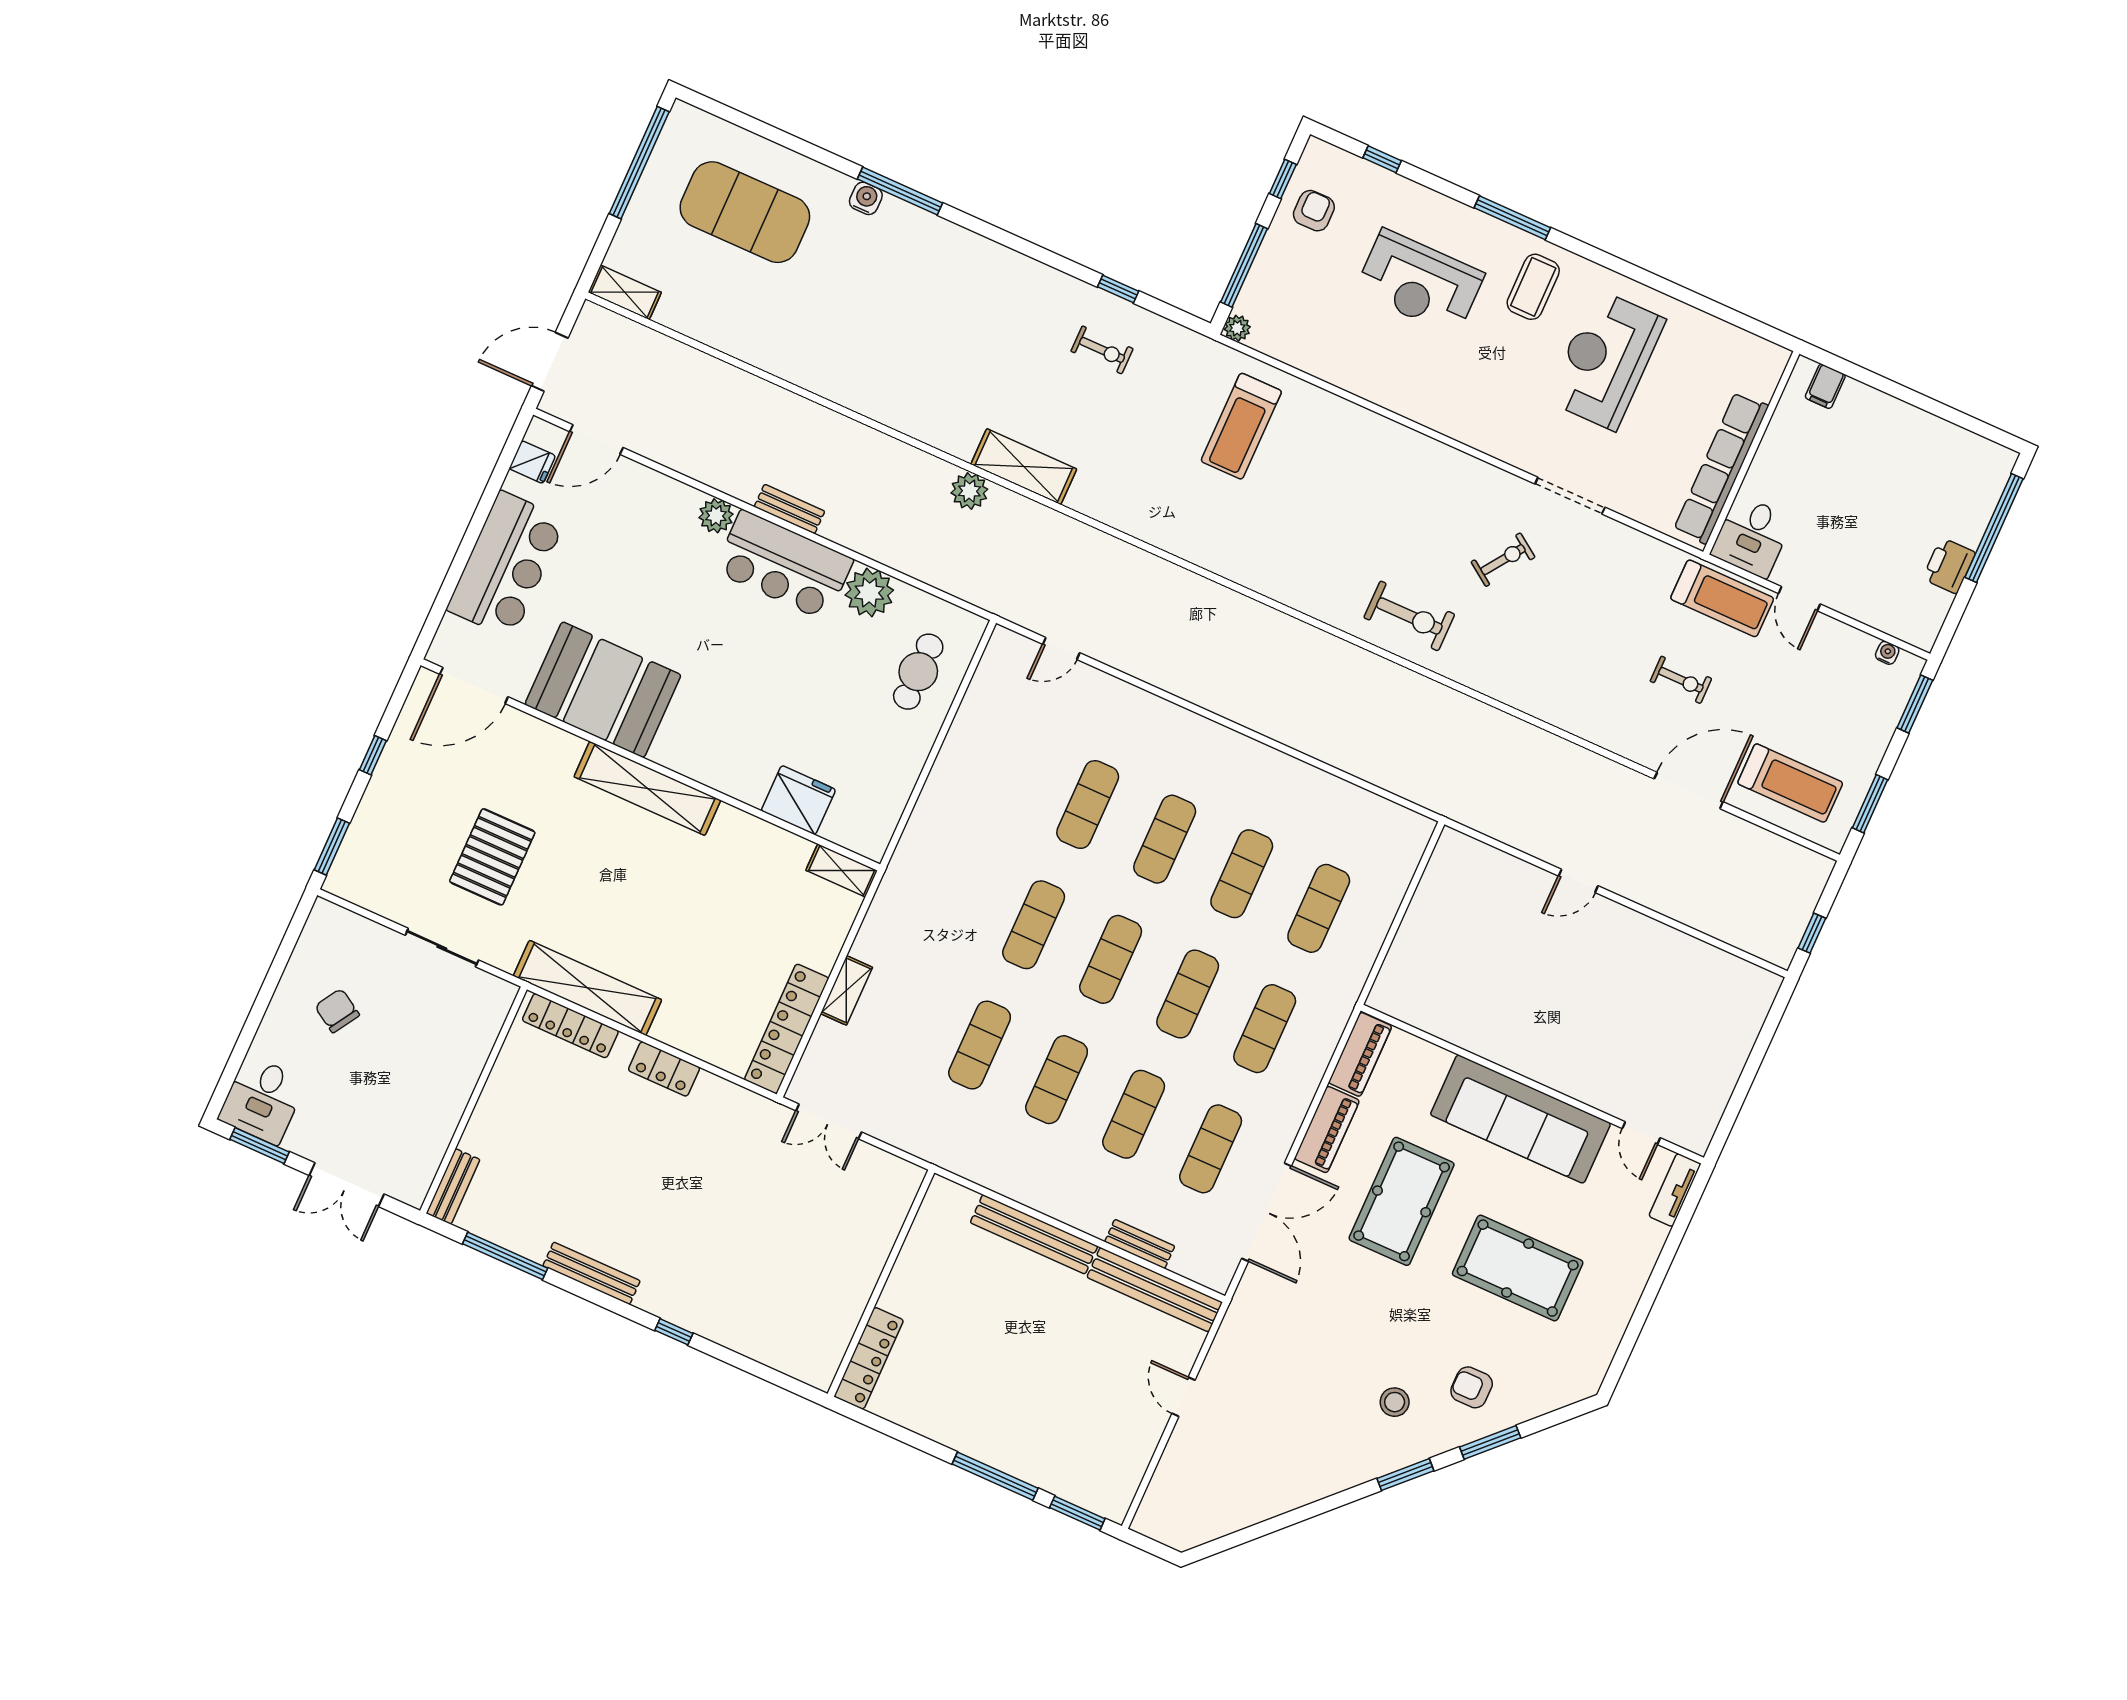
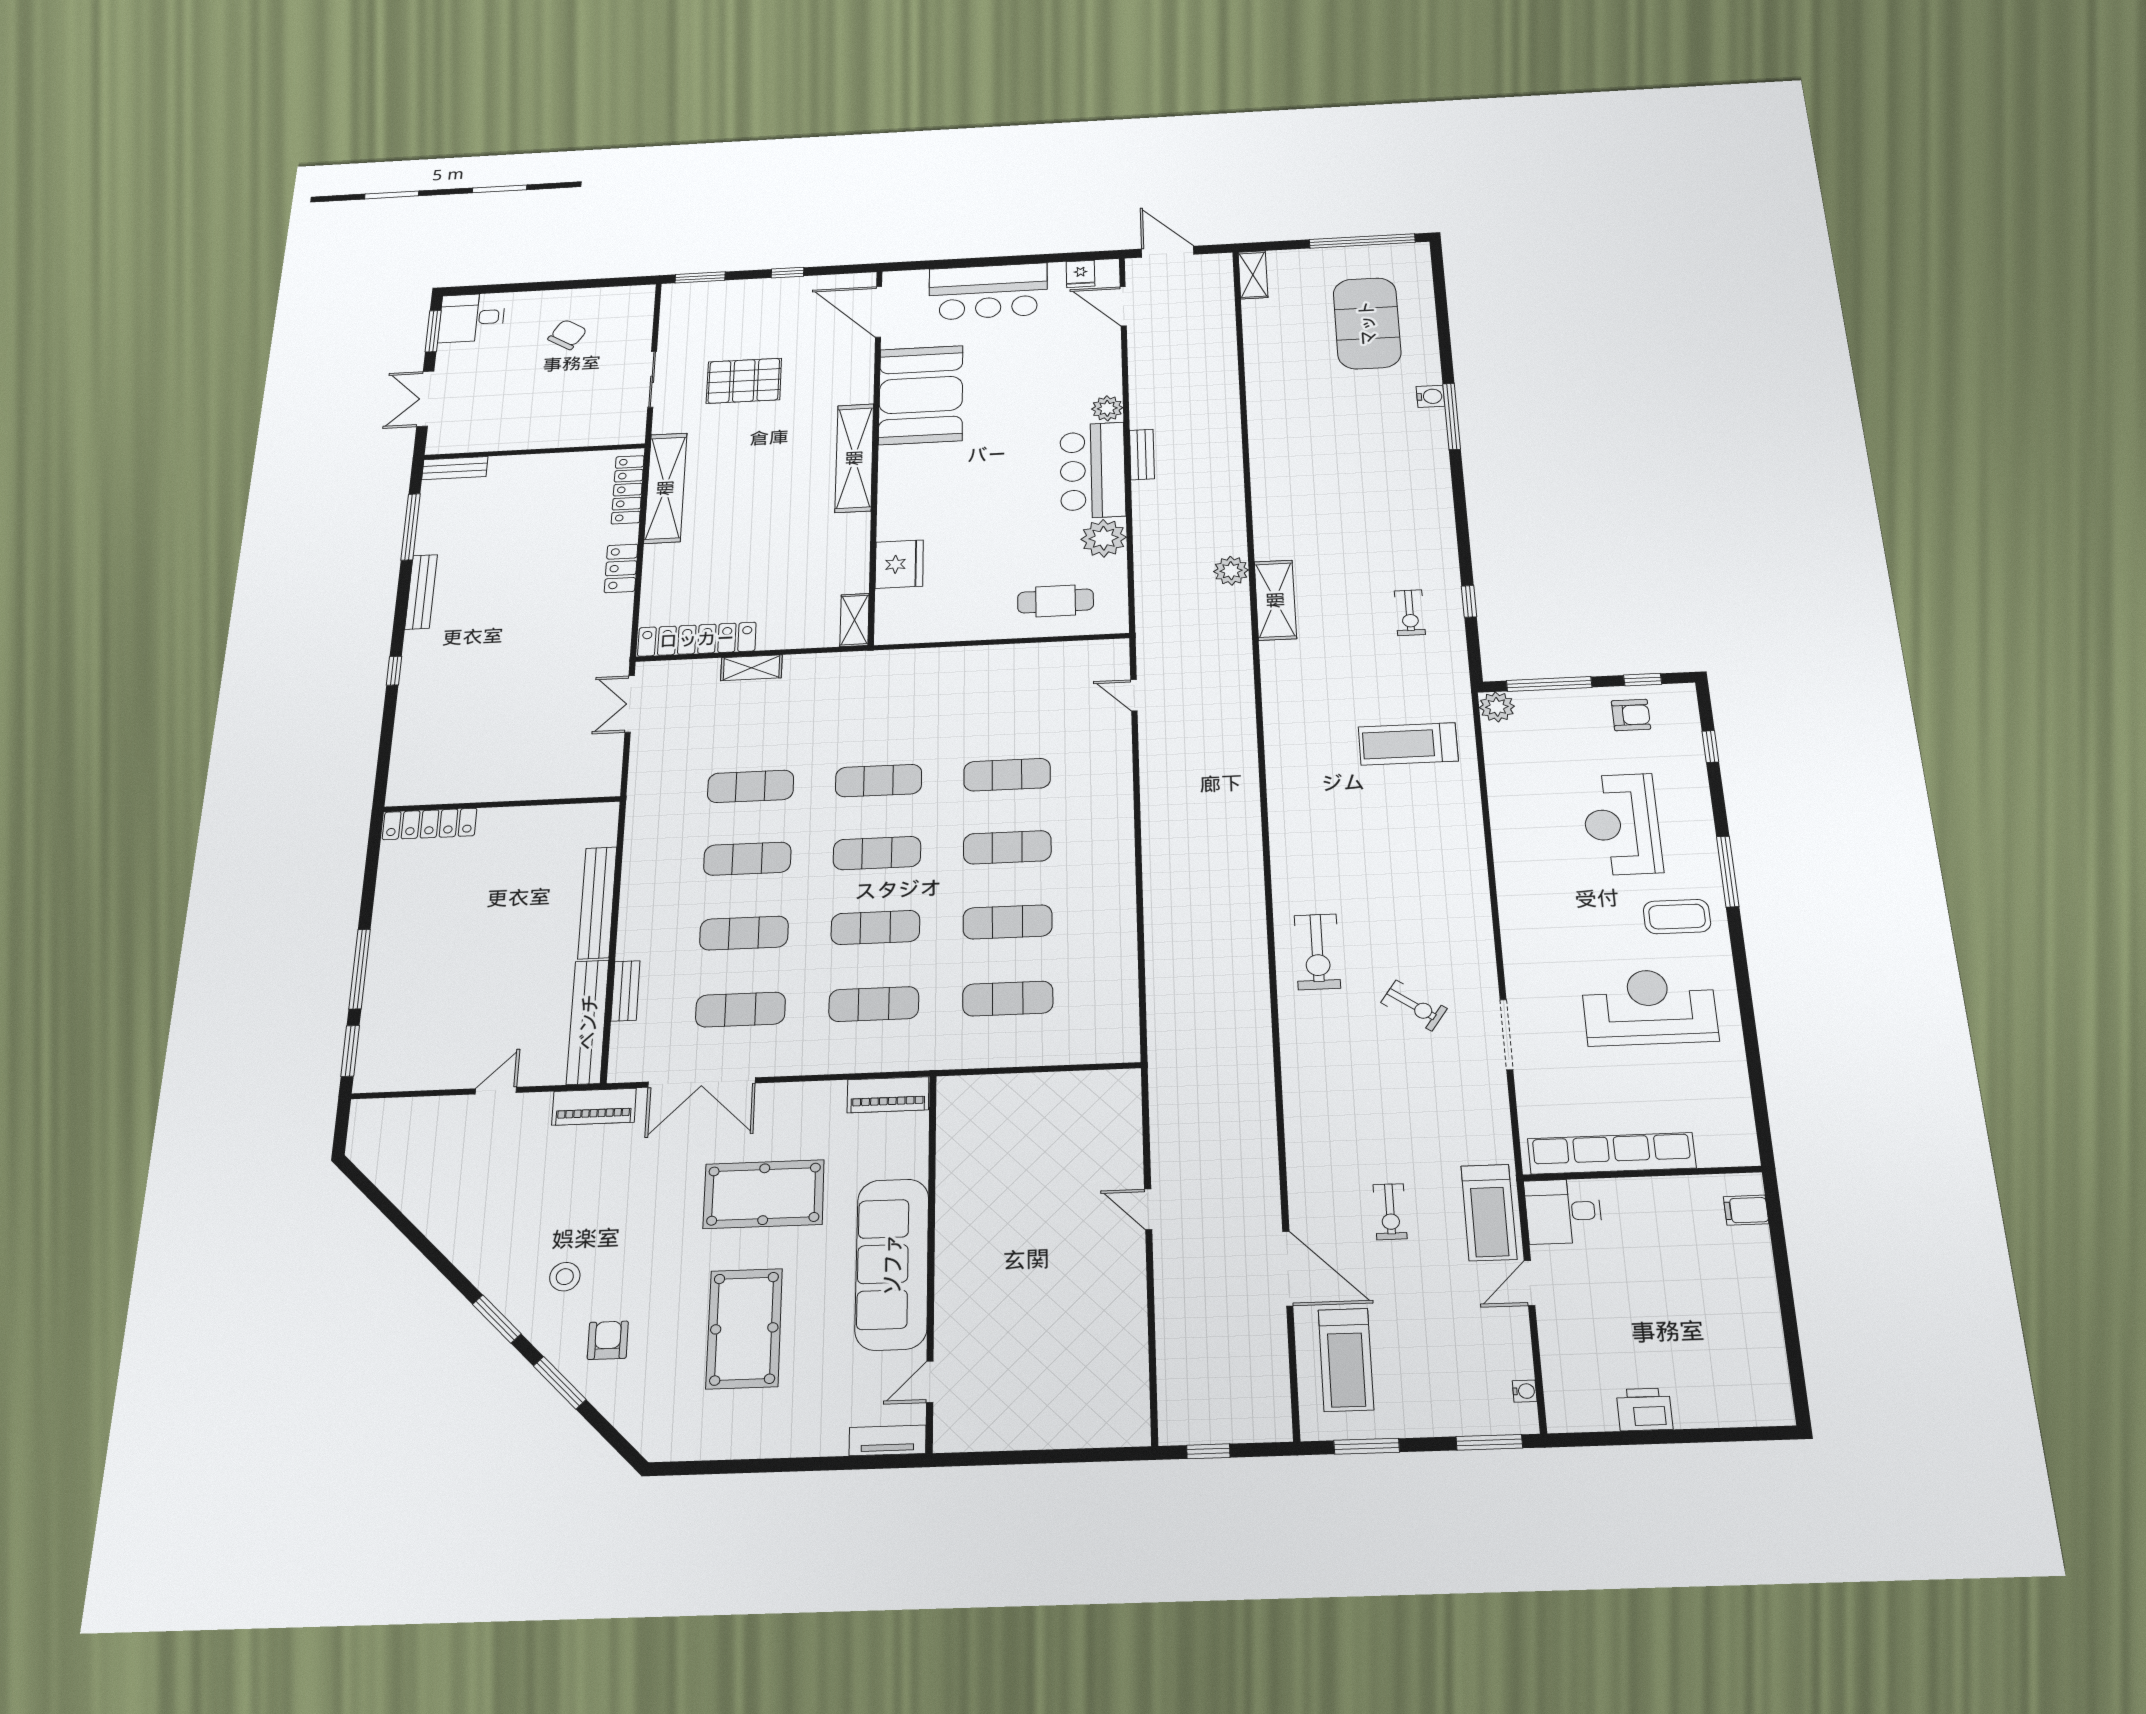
plant: (1237, 328) -> (1497, 707), width x1.38, depth x1.38
window: (1994, 528) -> (1707, 1435), removed
piano: (1327, 1130) -> (594, 1107), moved

